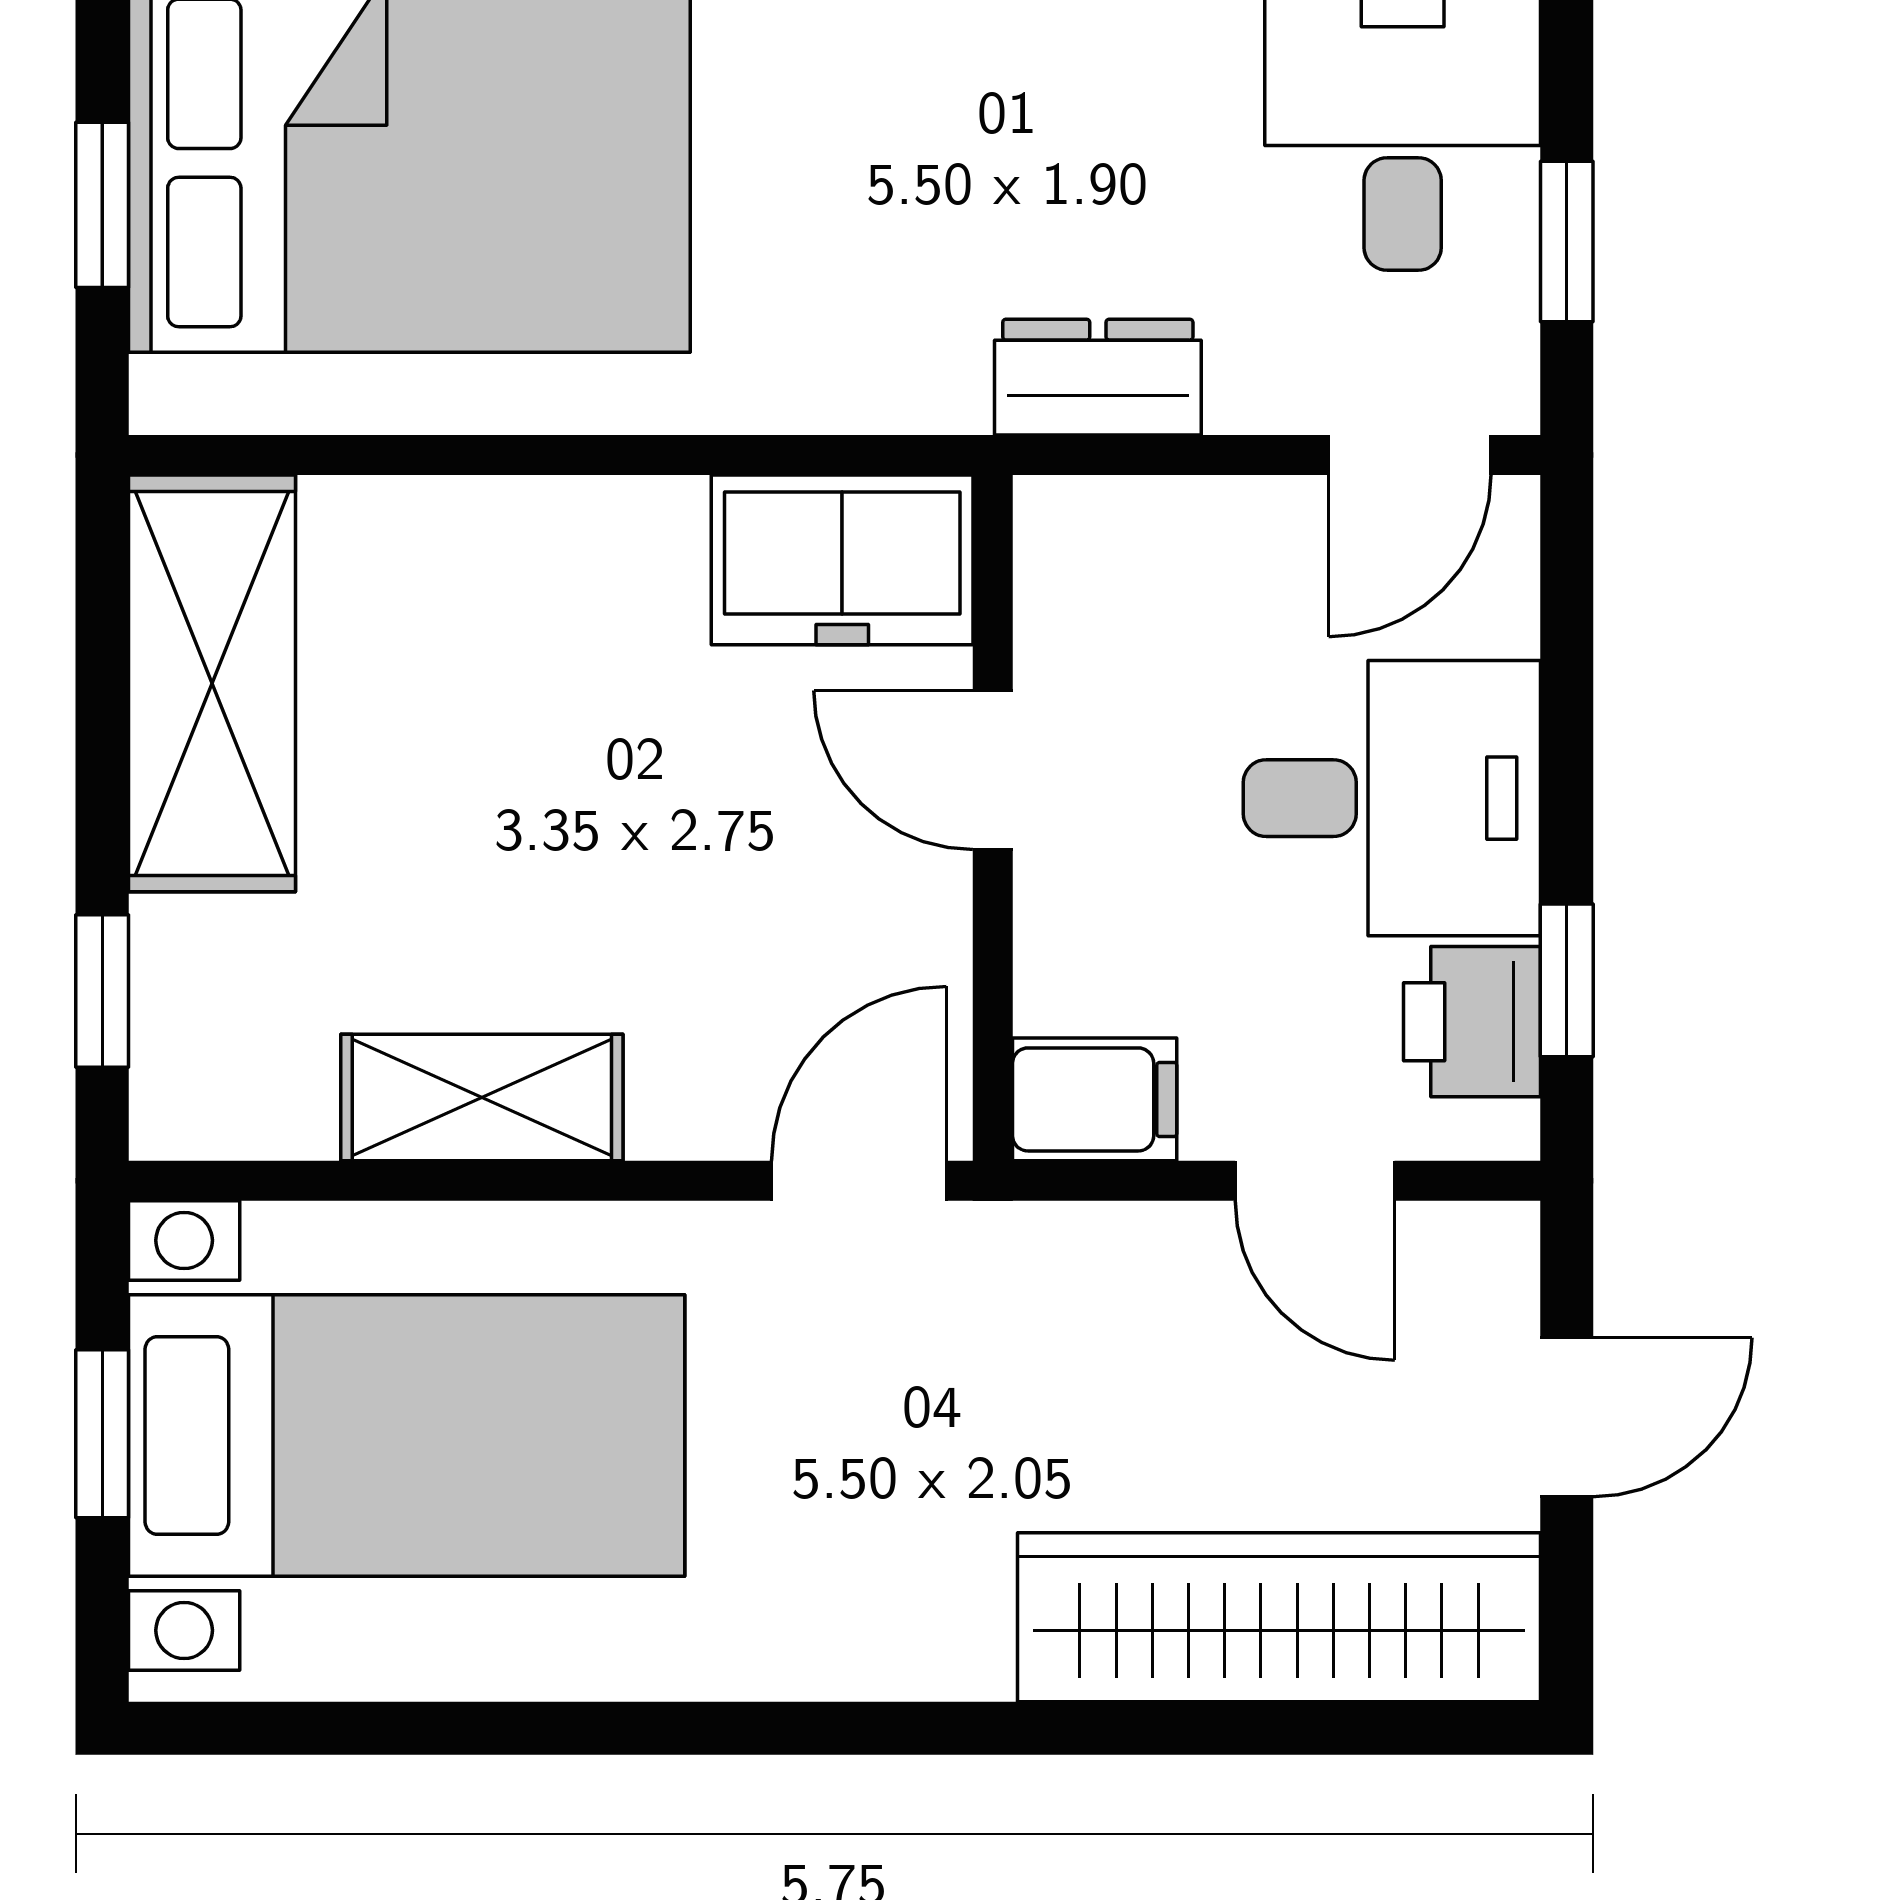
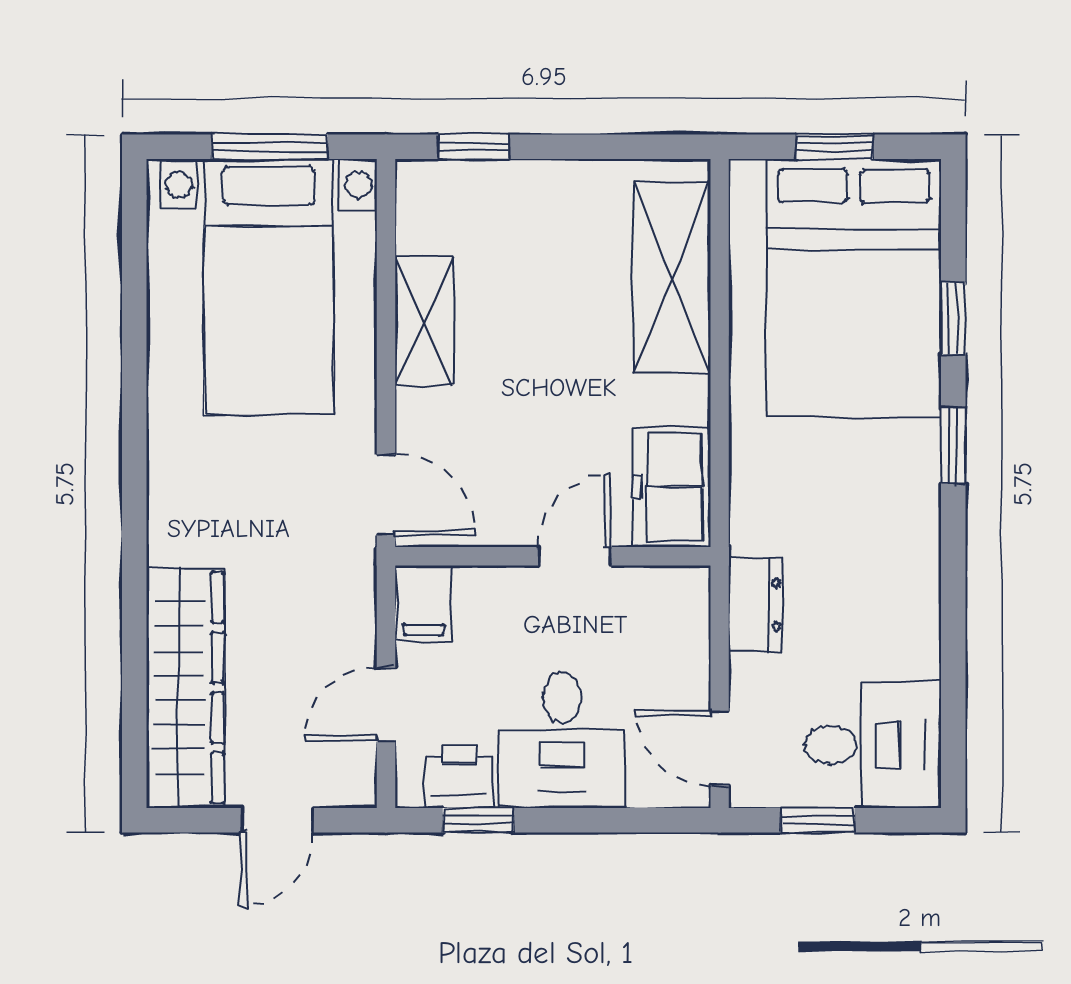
shelving: (212, 683) -> (672, 278), moved, turned 90
door: (1567, 1417) -> (277, 820), hinge flipped
window: (102, 1434) -> (270, 147), width x1.50

